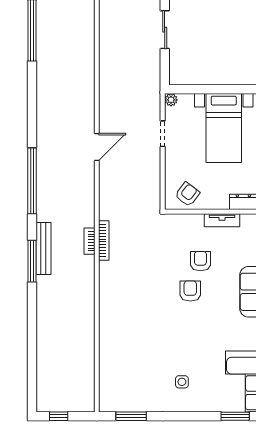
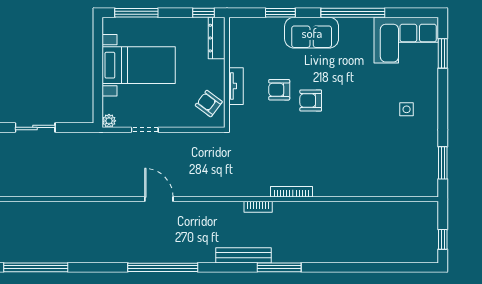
window: (32, 181) -> (163, 267), moved
tv unit: (222, 220) -> (236, 86), moved
bookcase: (104, 240) -> (291, 192), moved
bench: (43, 249) -> (243, 255), moved

